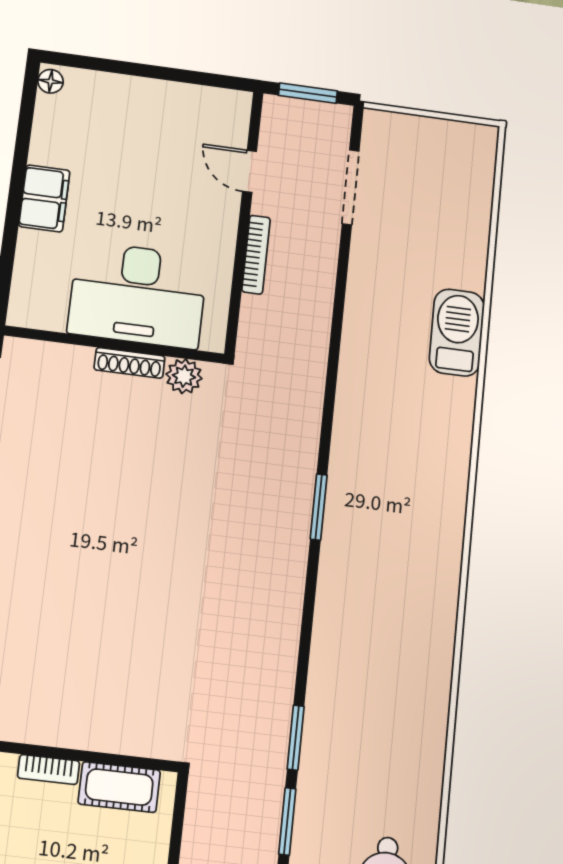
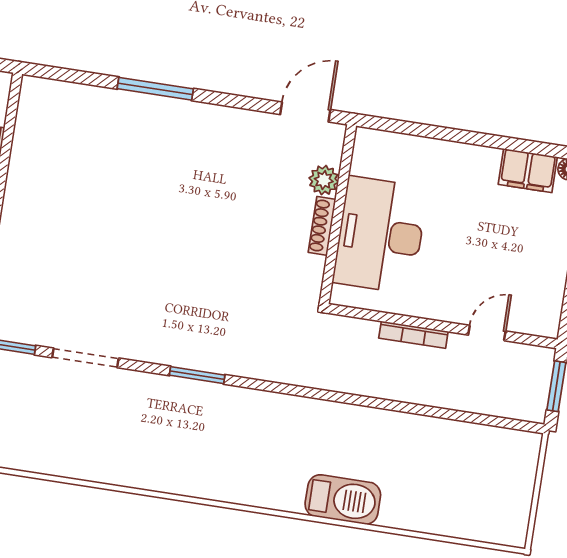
doorway: (351, 187) -> (85, 358), moved
filing cabinet: (44, 198) -> (528, 171), moved
plant: (184, 376) -> (324, 180), moved

